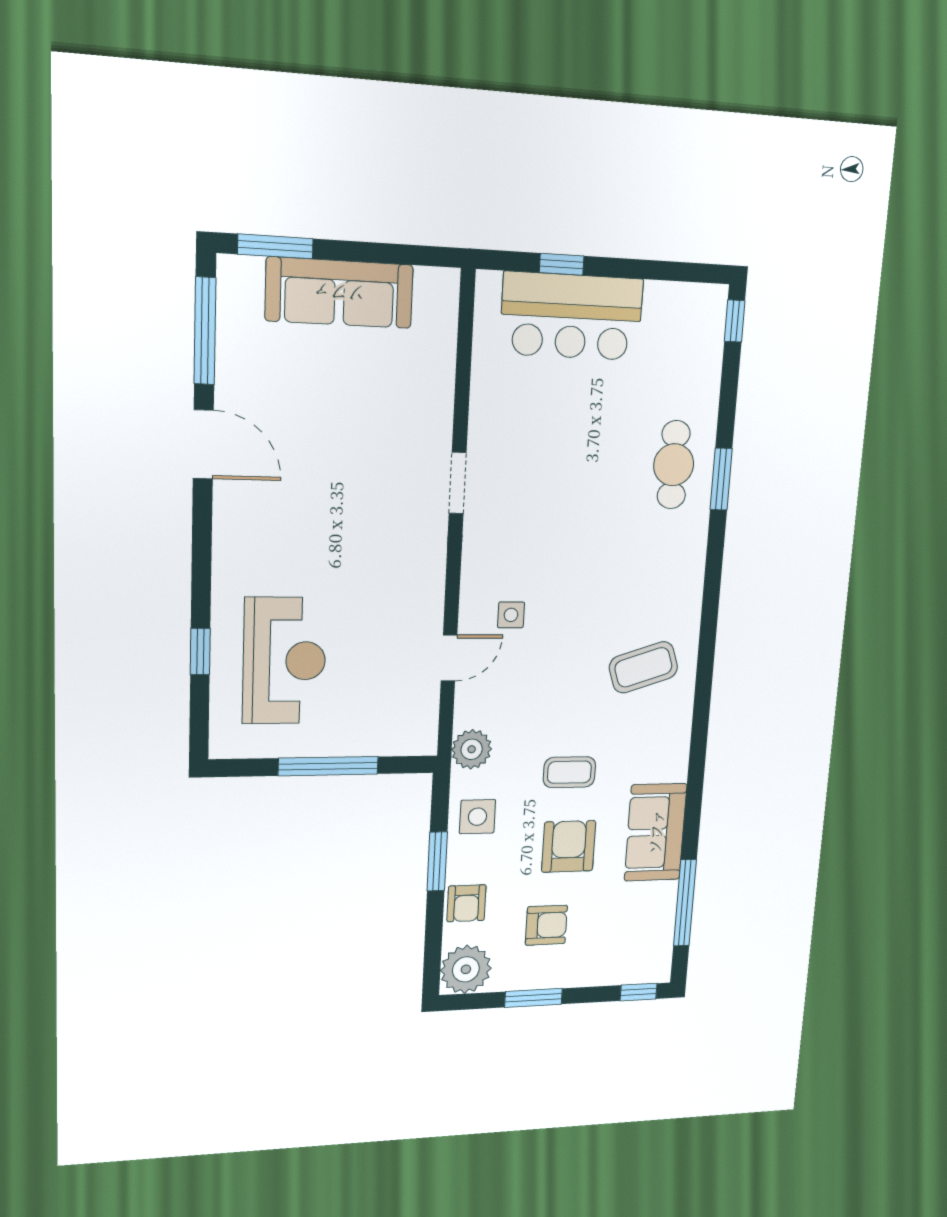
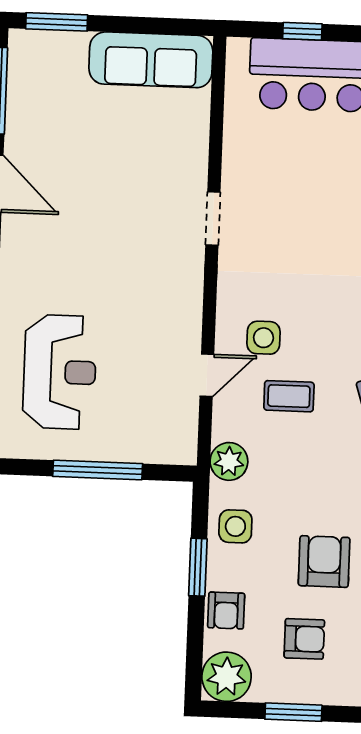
sofa: (339, 293) -> (151, 60), moved
side table: (511, 615) -> (263, 338), width x1.37, depth x1.37
coffee table: (569, 772) -> (289, 396), moved

